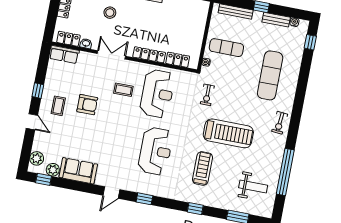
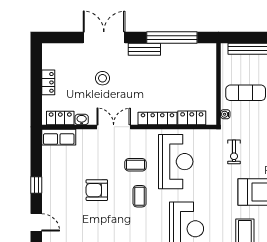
armchair: (87, 105) -> (97, 190), turned 180
coffee table: (58, 106) -> (140, 196), moved

